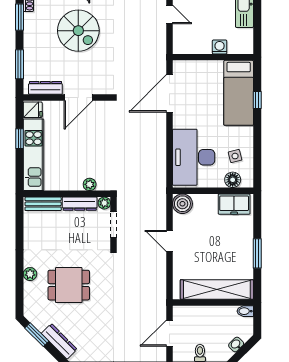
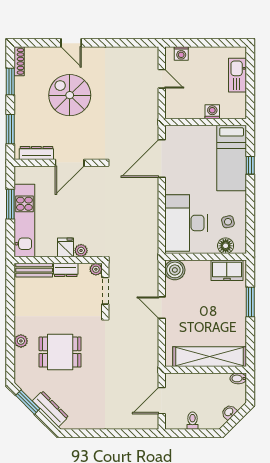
spiral stairs: (78, 31) -> (70, 95), turned 180
fridge: (33, 110) -> (66, 247), moved, turned -90
window: (20, 139) -> (10, 204), width x1.50
dresser: (80, 204) -> (66, 270), width x0.70
window: (257, 253) -> (250, 302), moved

